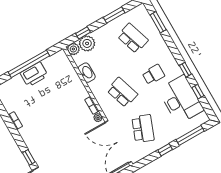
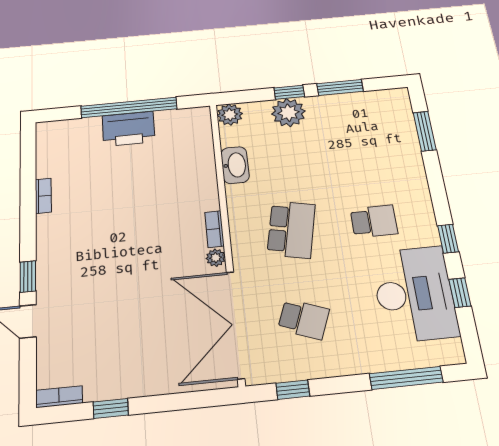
window: (83, 33) -> (289, 92), moved
school desk: (133, 38) -> (359, 140), removed
plant: (87, 43) -> (288, 113), moved
school desk: (122, 92) -> (291, 229), turned 30
school desk: (143, 129) -> (304, 319), width x0.54
window: (165, 150) -> (293, 390), moved

